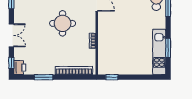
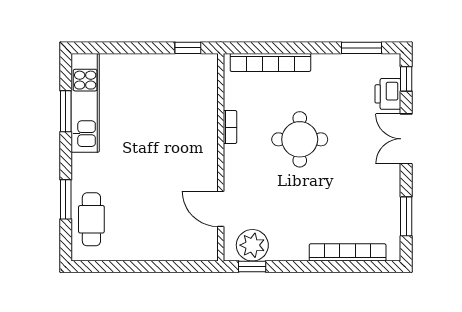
round table: (63, 23) -> (300, 139), moved
printer: (20, 68) -> (388, 94), moved
window: (44, 77) -> (361, 48), moved

